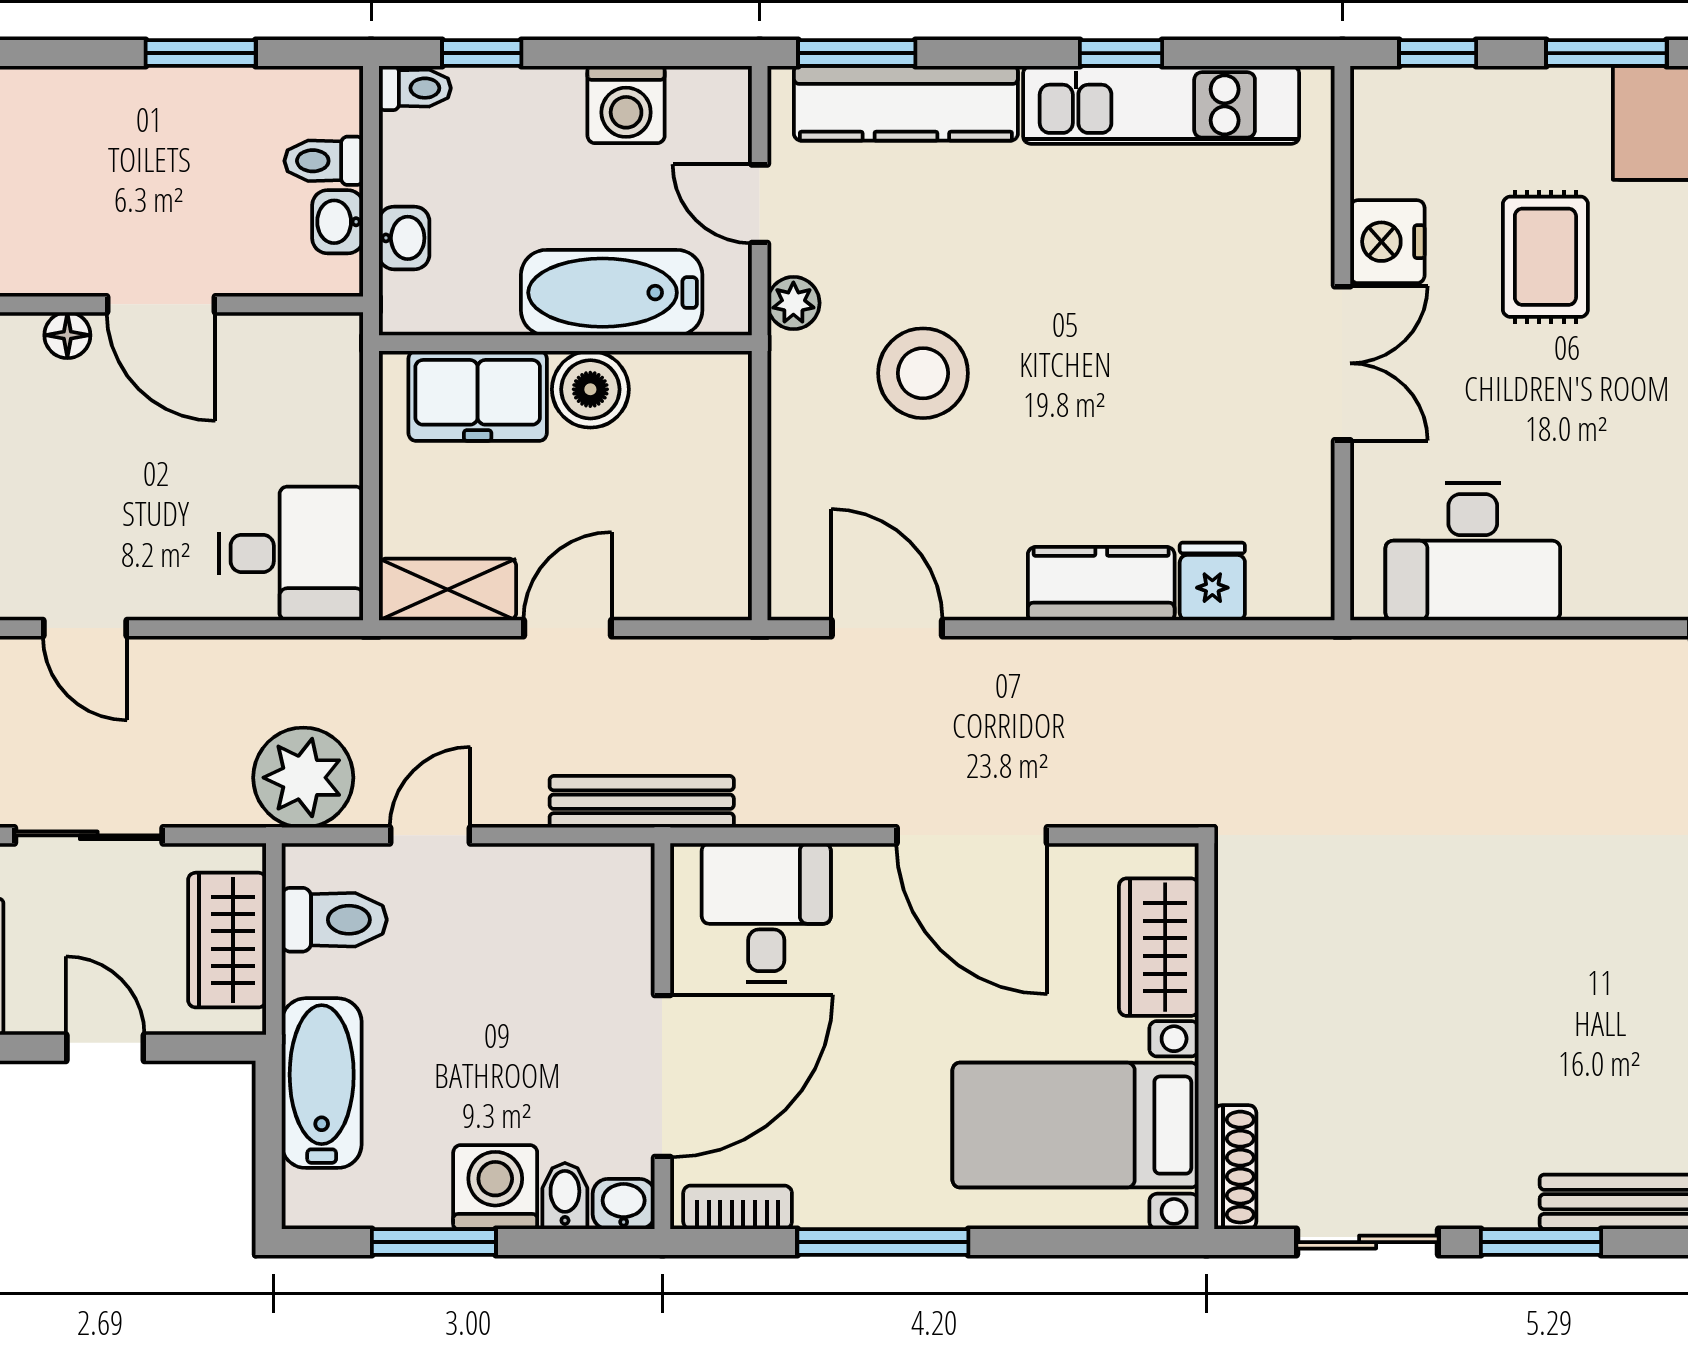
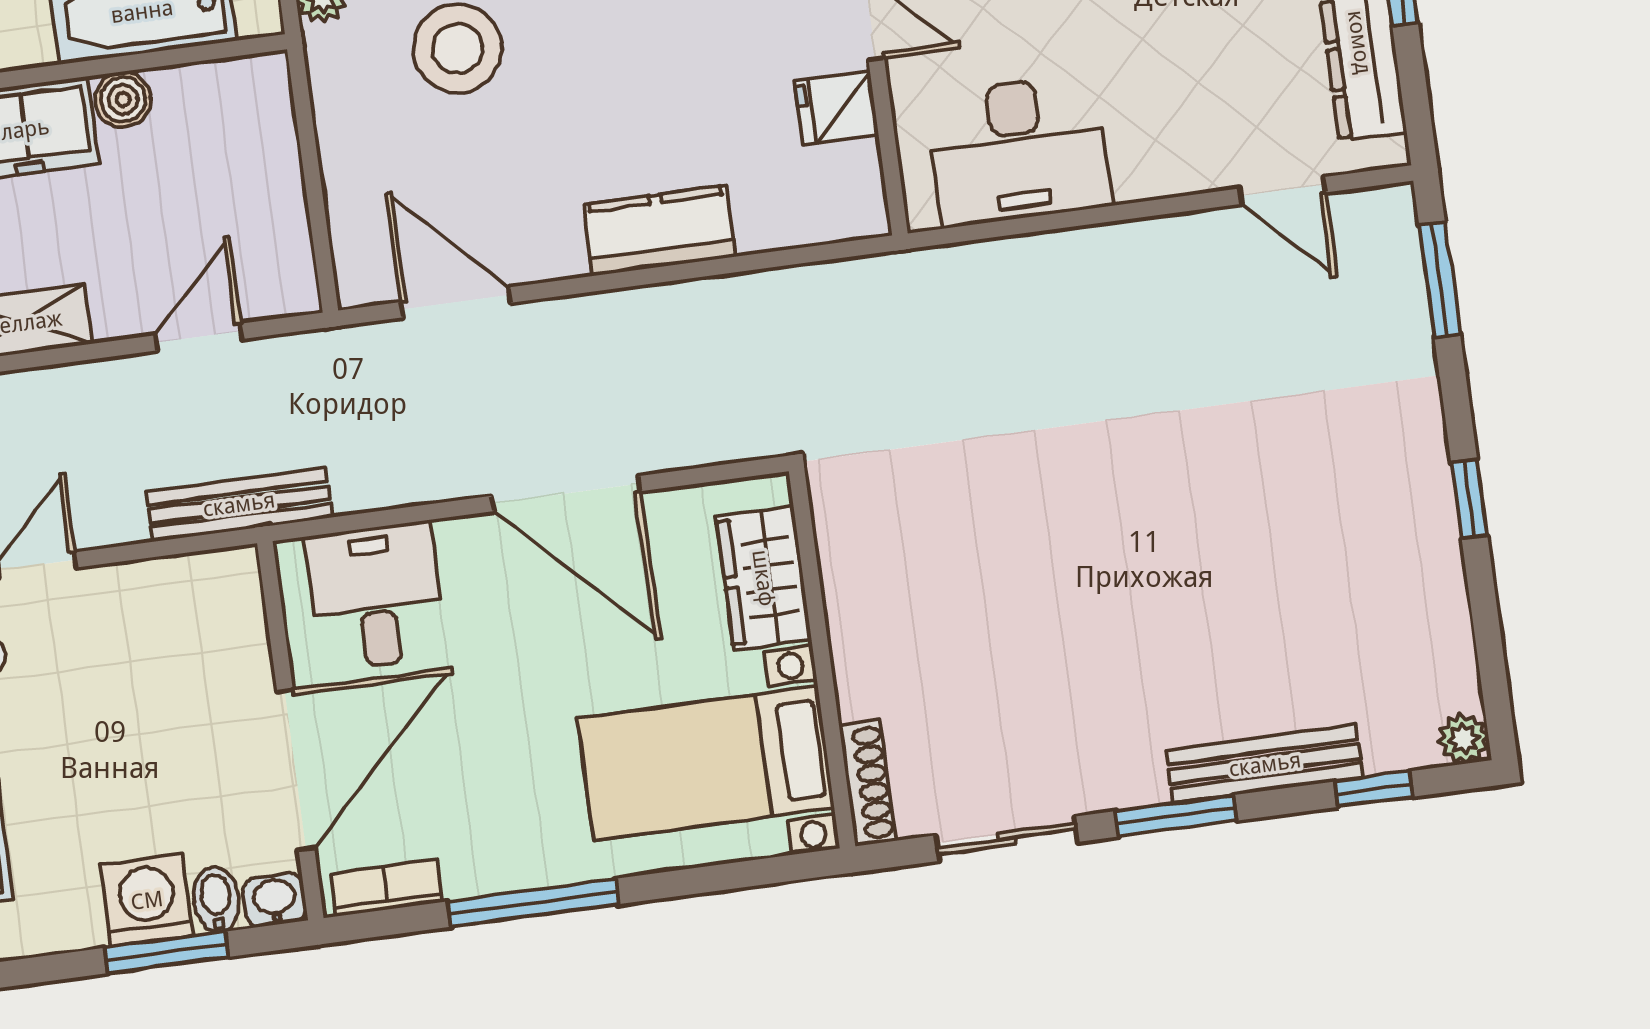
boiler: (590, 389) -> (123, 99), width x0.73, depth x0.73
fridge: (1212, 581) -> (836, 108), moved, turned -90
door: (567, 628) -> (199, 337), moved
window: (434, 1242) -> (166, 952), moved

